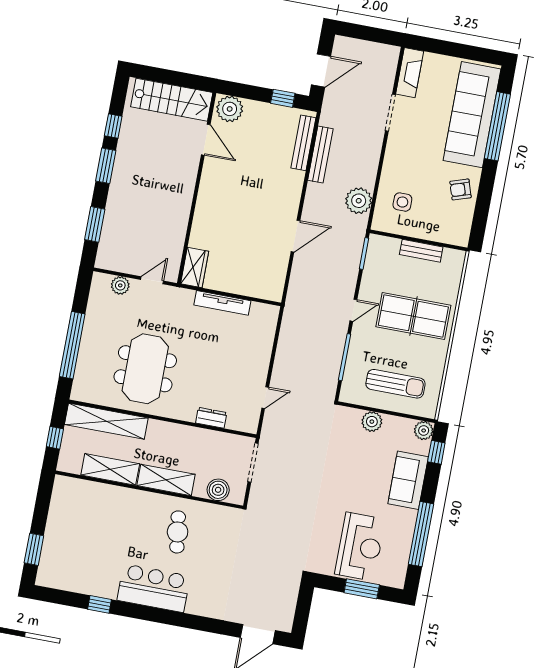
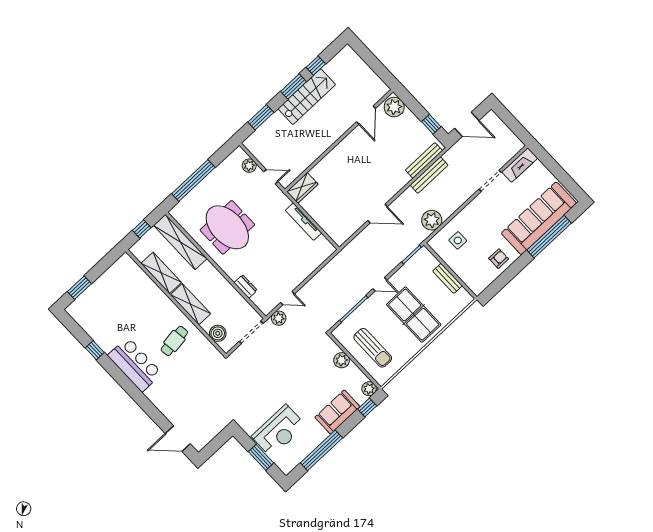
stairs: (172, 100) -> (307, 97), moved, turned -90
armchair: (460, 189) -> (499, 259), turned 108
meeting table: (145, 369) -> (227, 227), turned 90
plant: (271, 426) -> (279, 318), added

